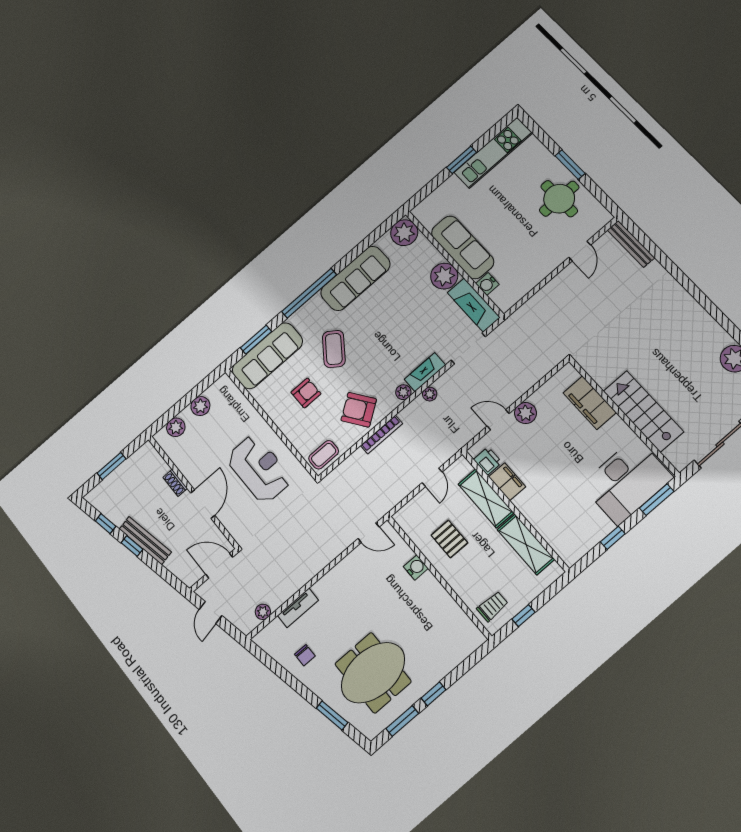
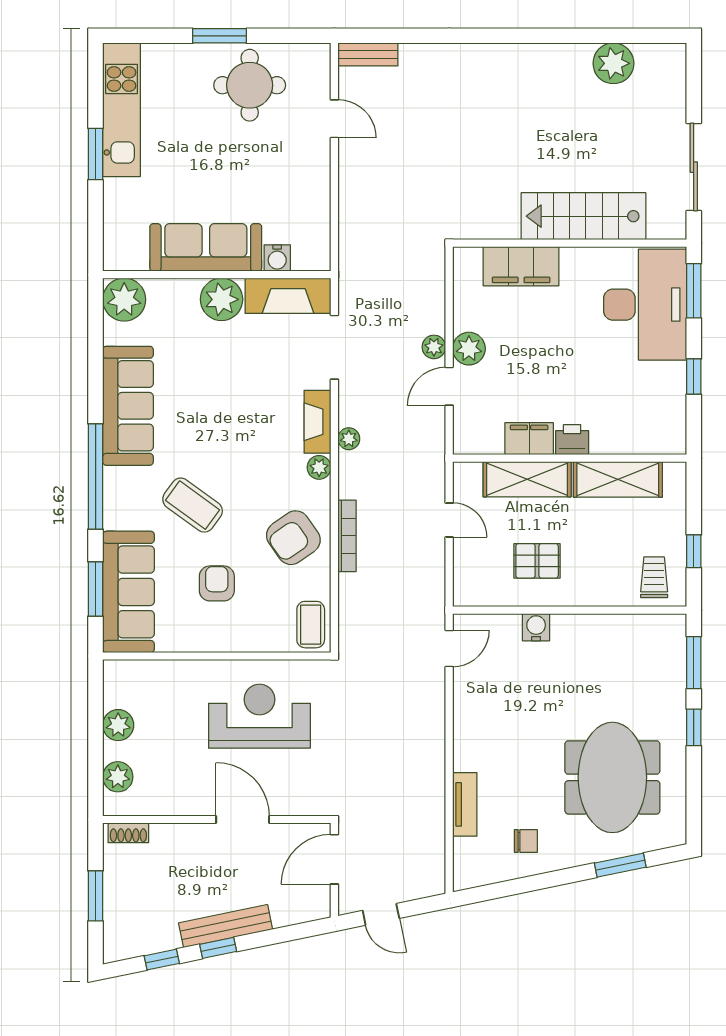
bench: (631, 244) -> (368, 54), width x0.73
printer: (488, 461) -> (572, 440), moved
shoe rack: (175, 483) -> (128, 833), moved
plant: (263, 612) -> (434, 347), moved
window: (402, 721) -> (694, 663), moved

